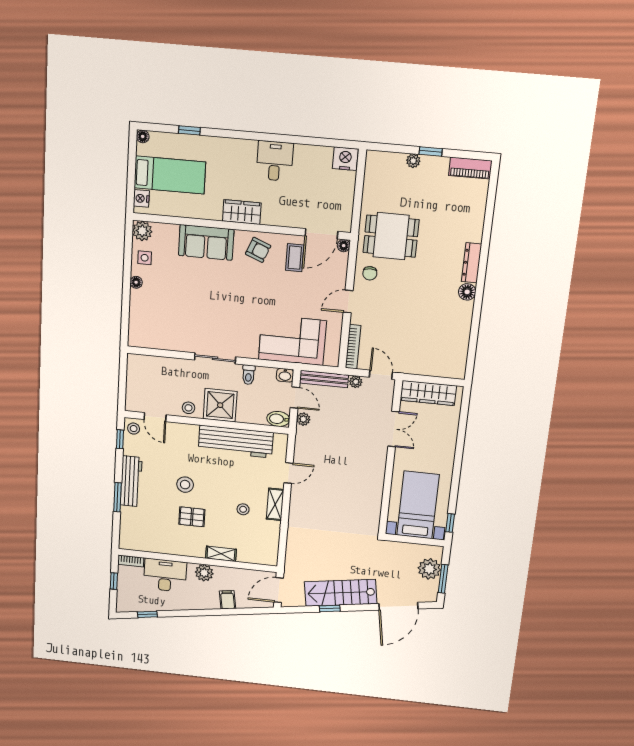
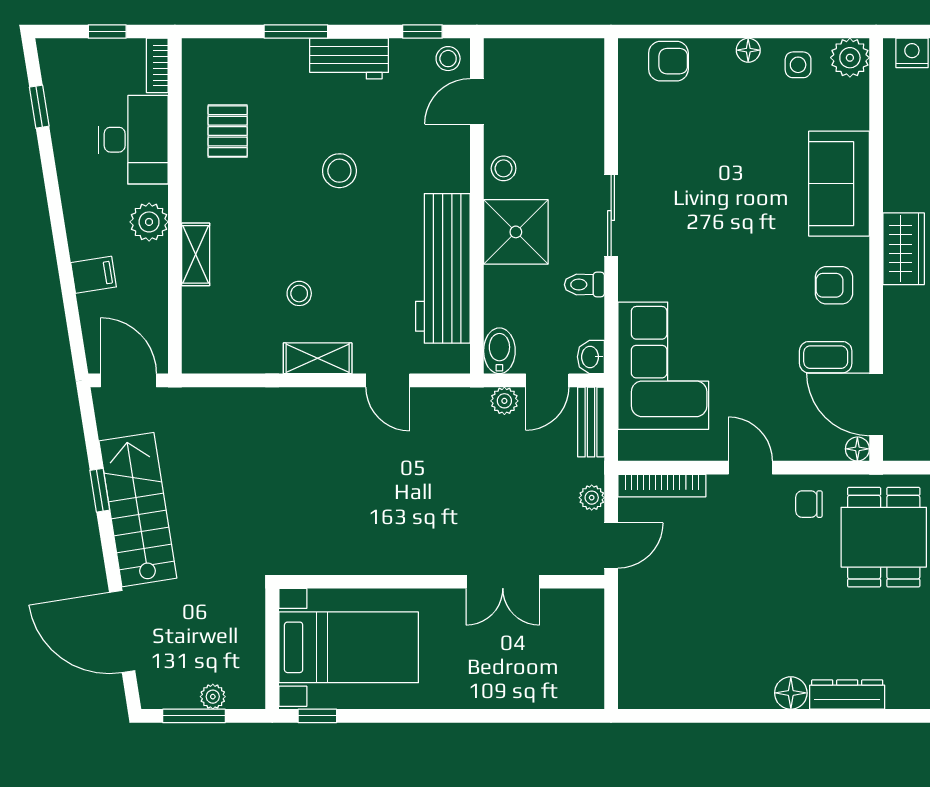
armchair: (258, 250) -> (834, 285), turned 68
armchair: (140, 323) -> (668, 61), added
bench: (324, 379) -> (591, 422), width x0.73
wardrobe: (428, 393) -> (584, 642), removed
workbench: (131, 481) -> (349, 59), width x0.73
pallet: (192, 517) -> (228, 131), moved
plant: (429, 569) -> (213, 697), width x0.53, depth x0.53

